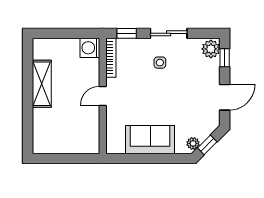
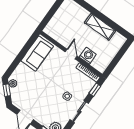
washing machine: (90, 48) -> (88, 56), moved
sofa: (150, 140) -> (37, 54), moved

